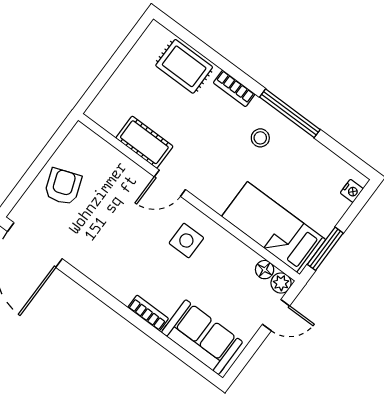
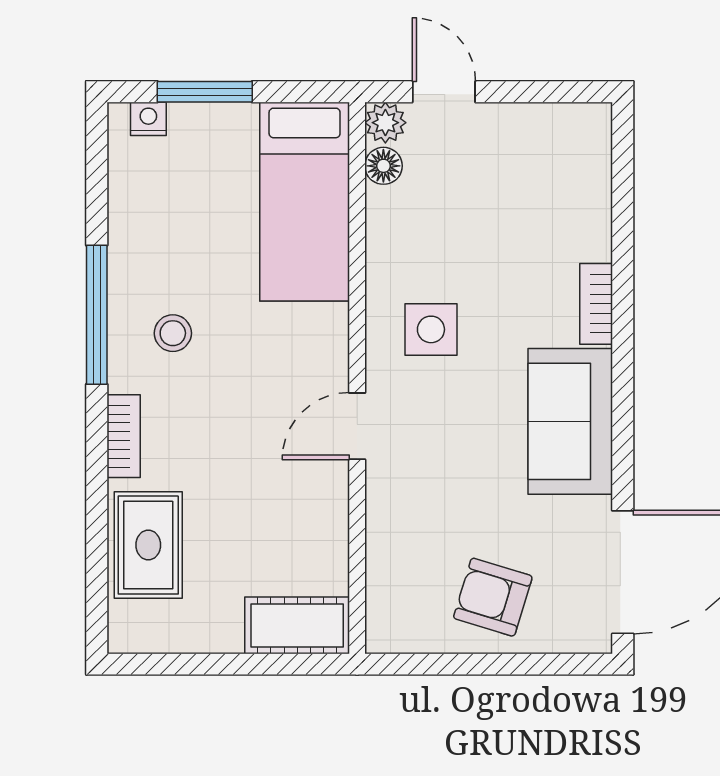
cot: (144, 142) -> (297, 625), moved, turned 90
door: (170, 183) -> (357, 426), swing flipped
armchair: (63, 187) -> (493, 597), turned 37
window: (325, 249) -> (205, 92), moved
sofa: (202, 337) -> (570, 421), moved

